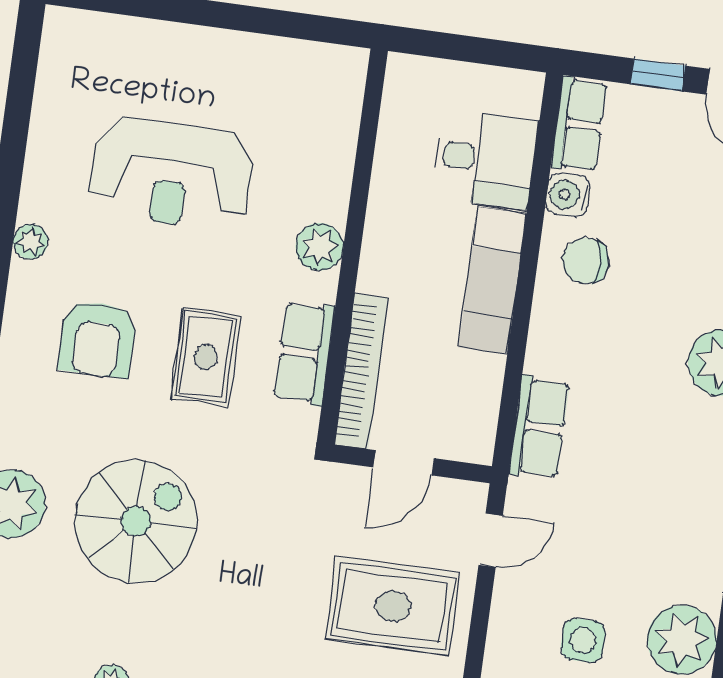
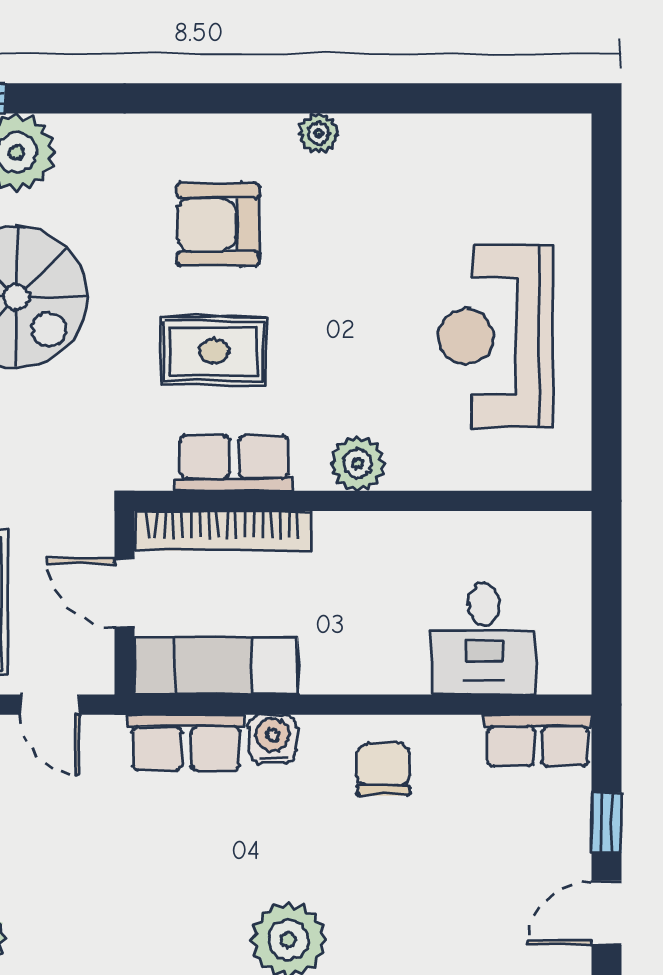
reception desk: (171, 174) -> (496, 337), moved
water cooler: (568, 195) -> (272, 739), moved
exam couch: (492, 280) -> (216, 666), moved

